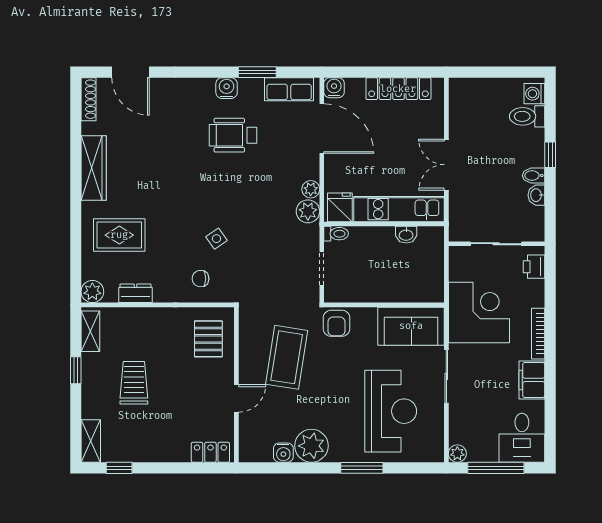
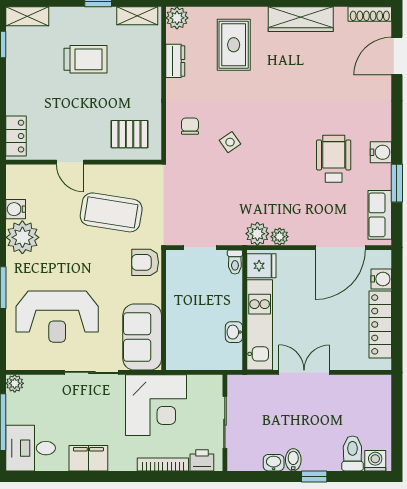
water cooler: (334, 88) -> (381, 279), moved
bookcase: (538, 334) -> (163, 465), moved

